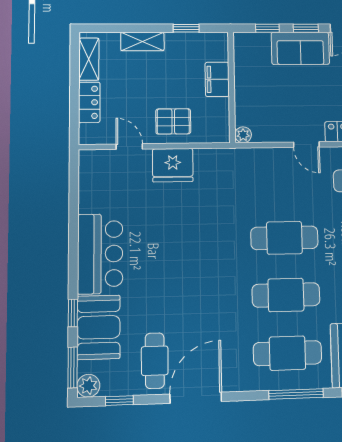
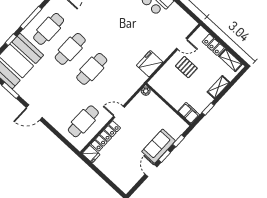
filing cabinet: (217, 79) -> (189, 113), moved
pallet: (173, 121) -> (186, 67), moved, turned 90
fridge: (173, 165) -> (150, 64), moved

